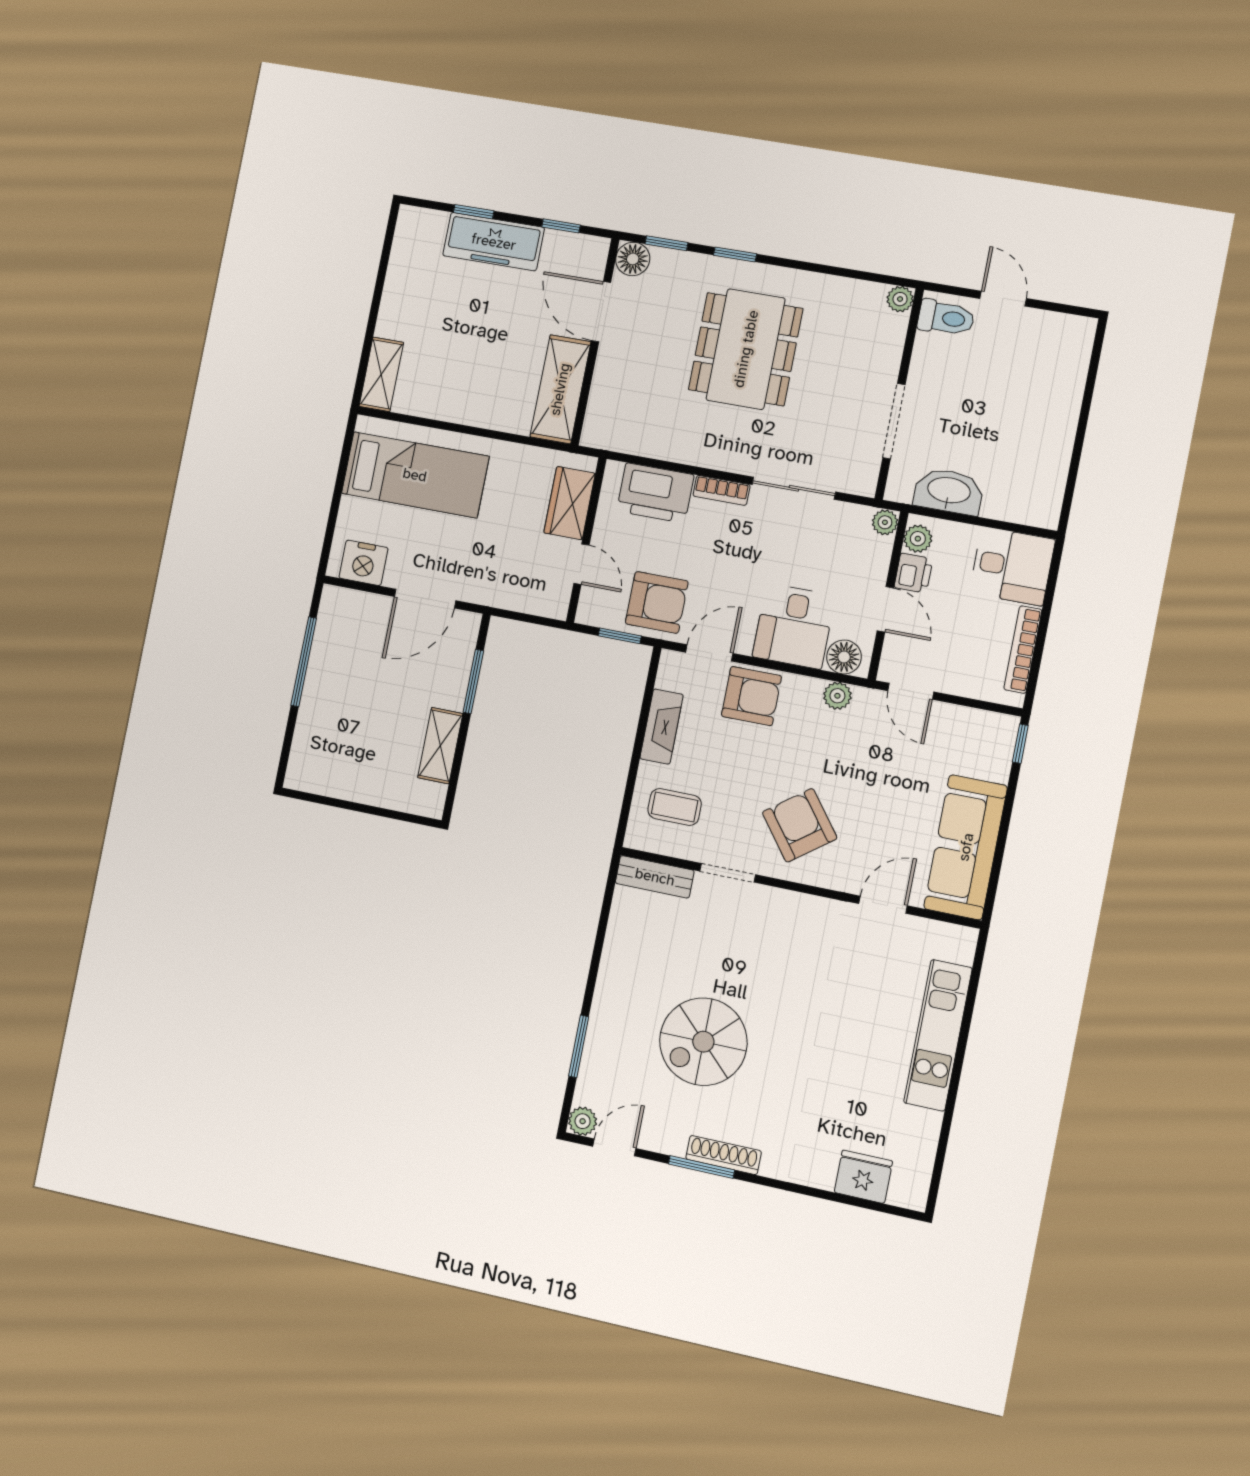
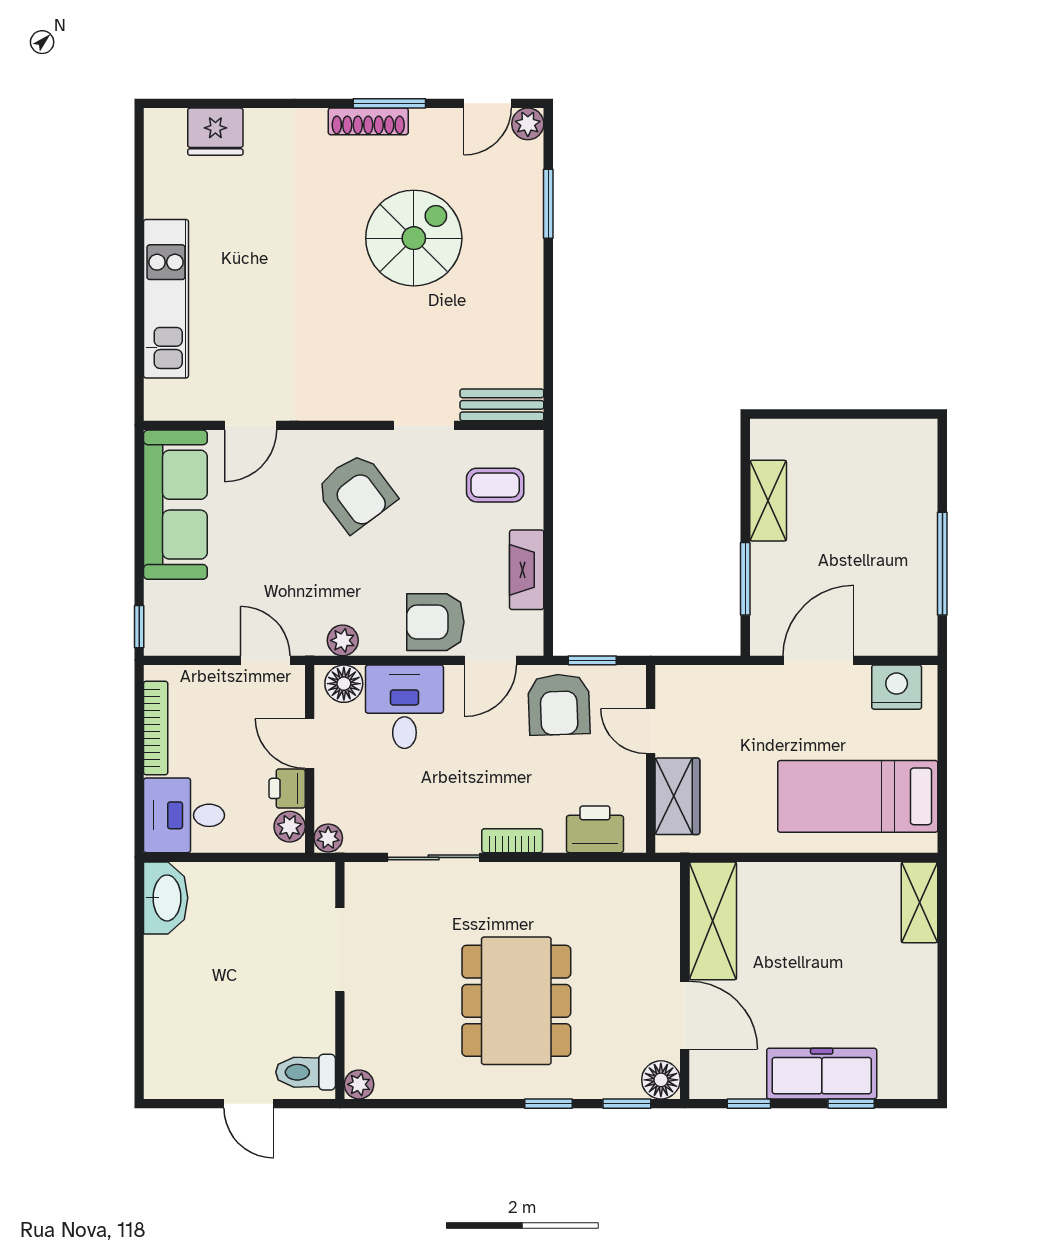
washbasin: (949, 491) -> (166, 898), moved, turned -90
printer: (655, 493) -> (595, 829), width x0.73, depth x0.84
armchair: (657, 602) -> (559, 705), turned -92

